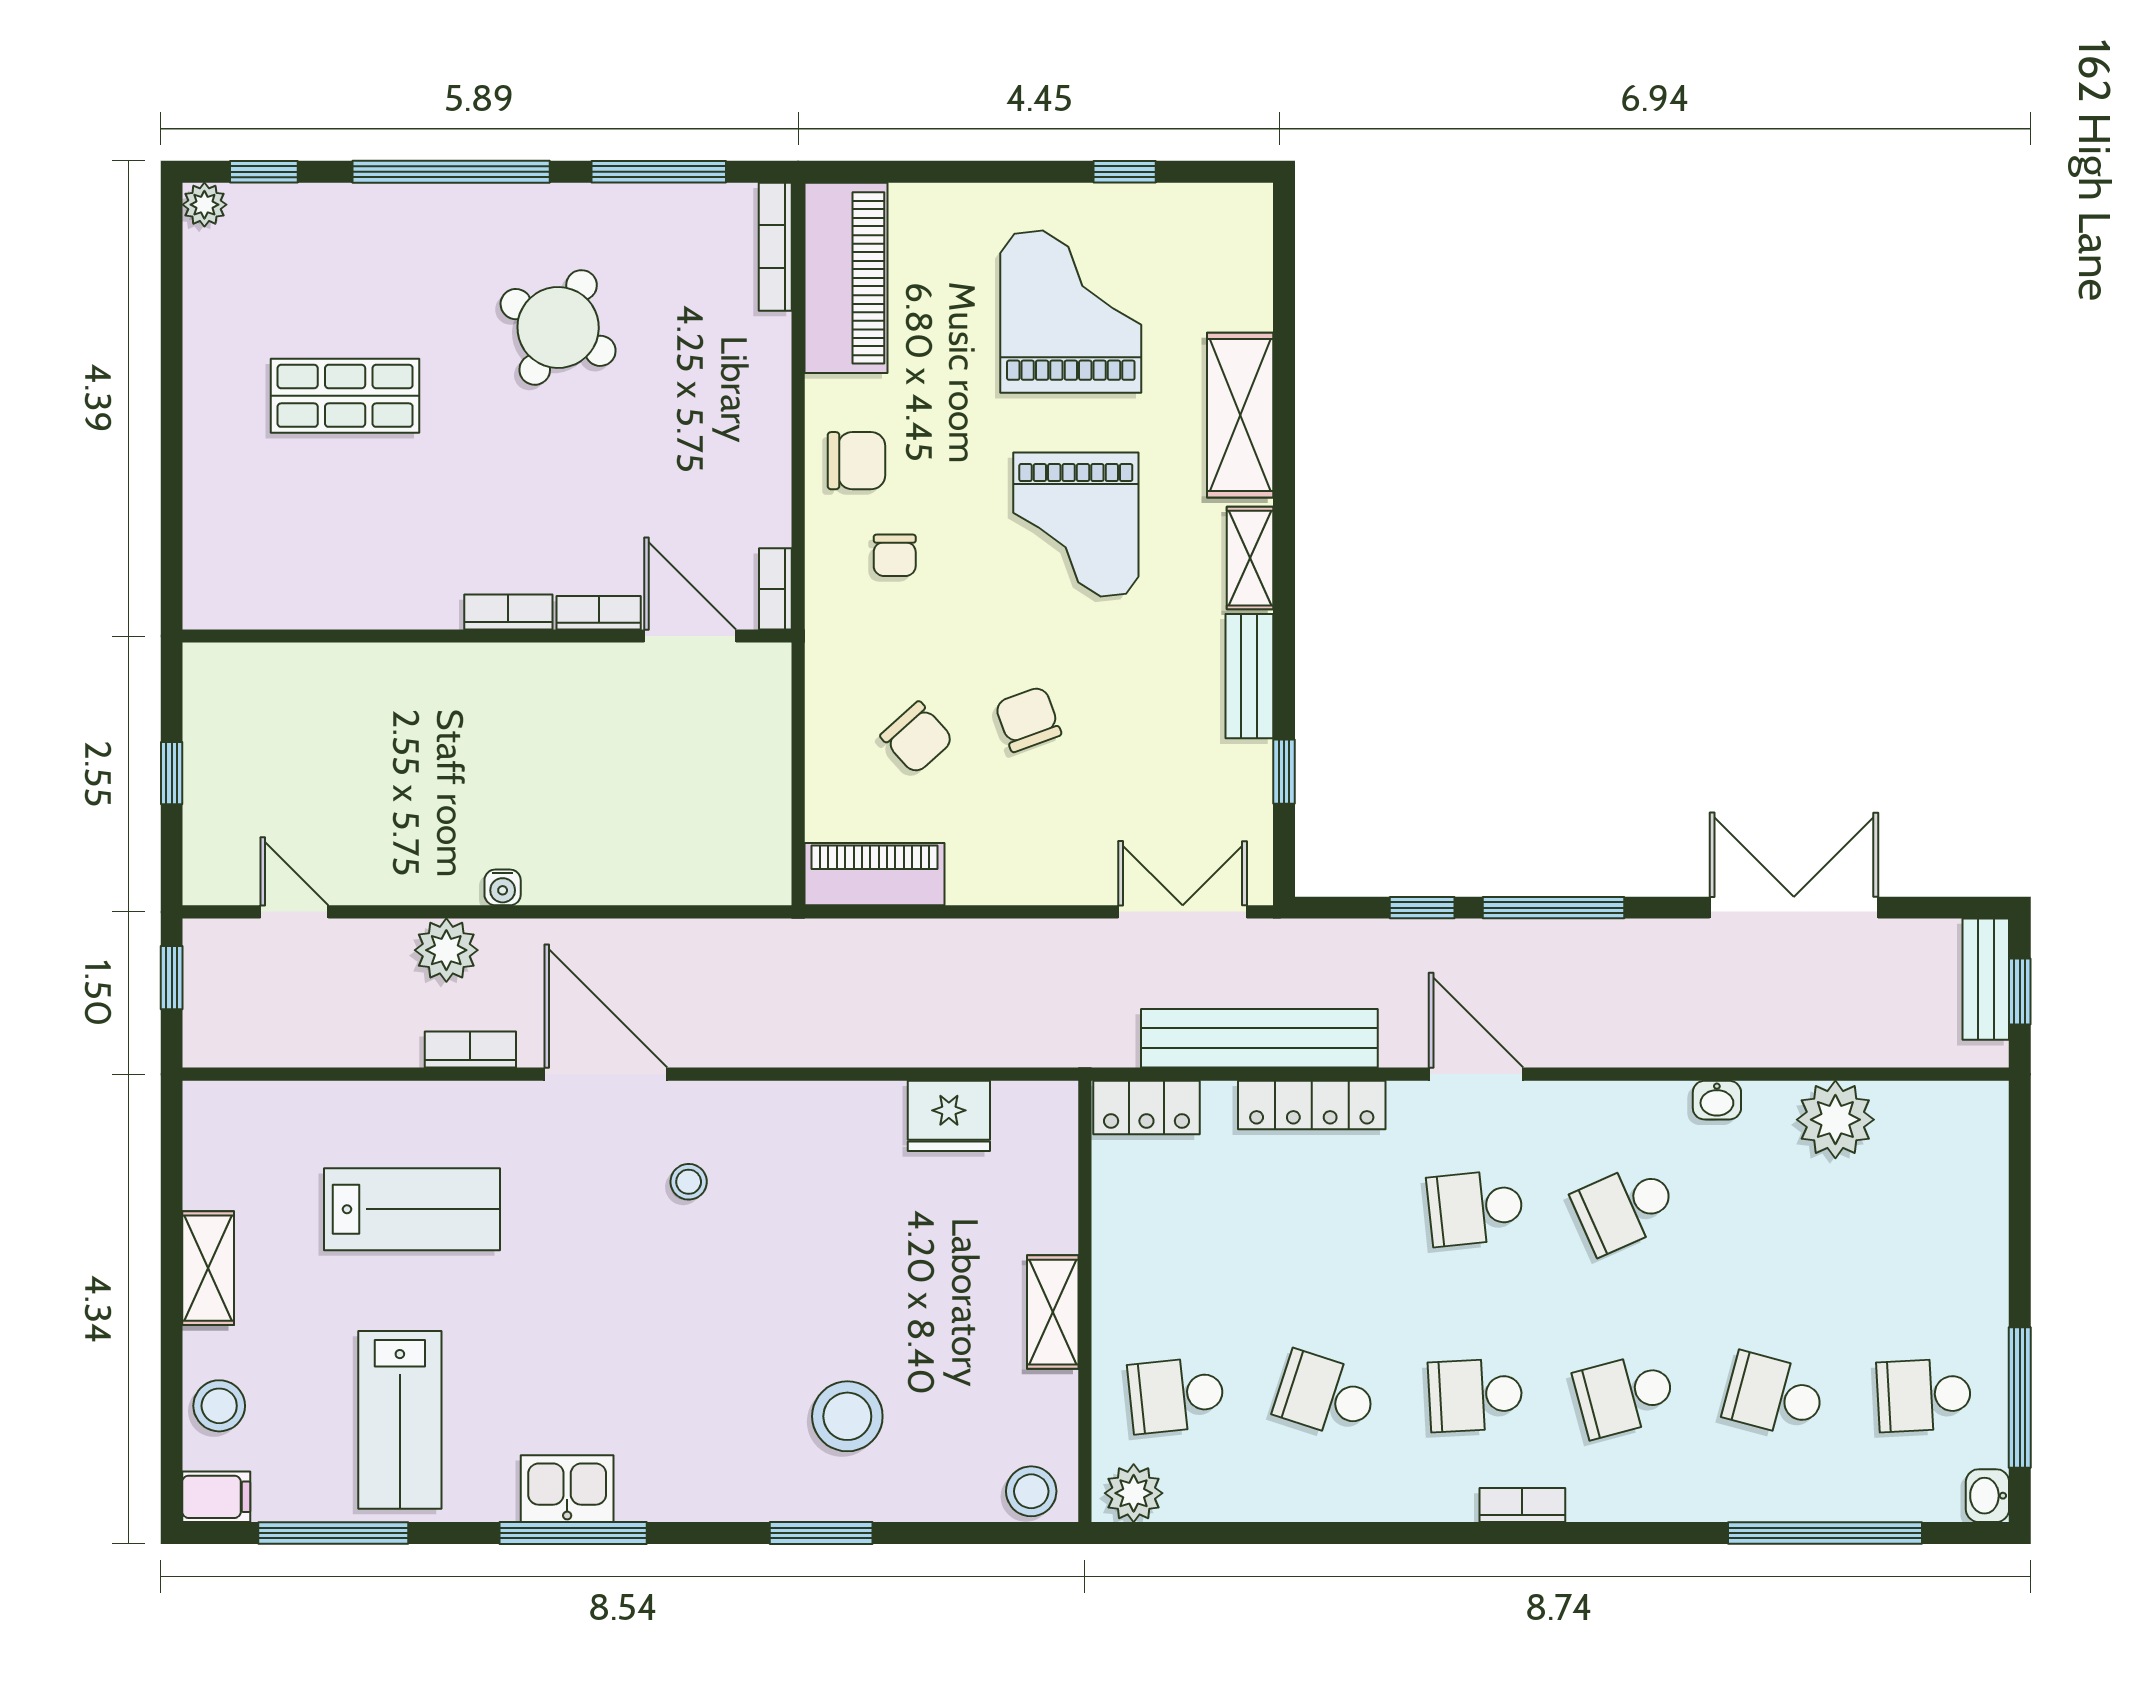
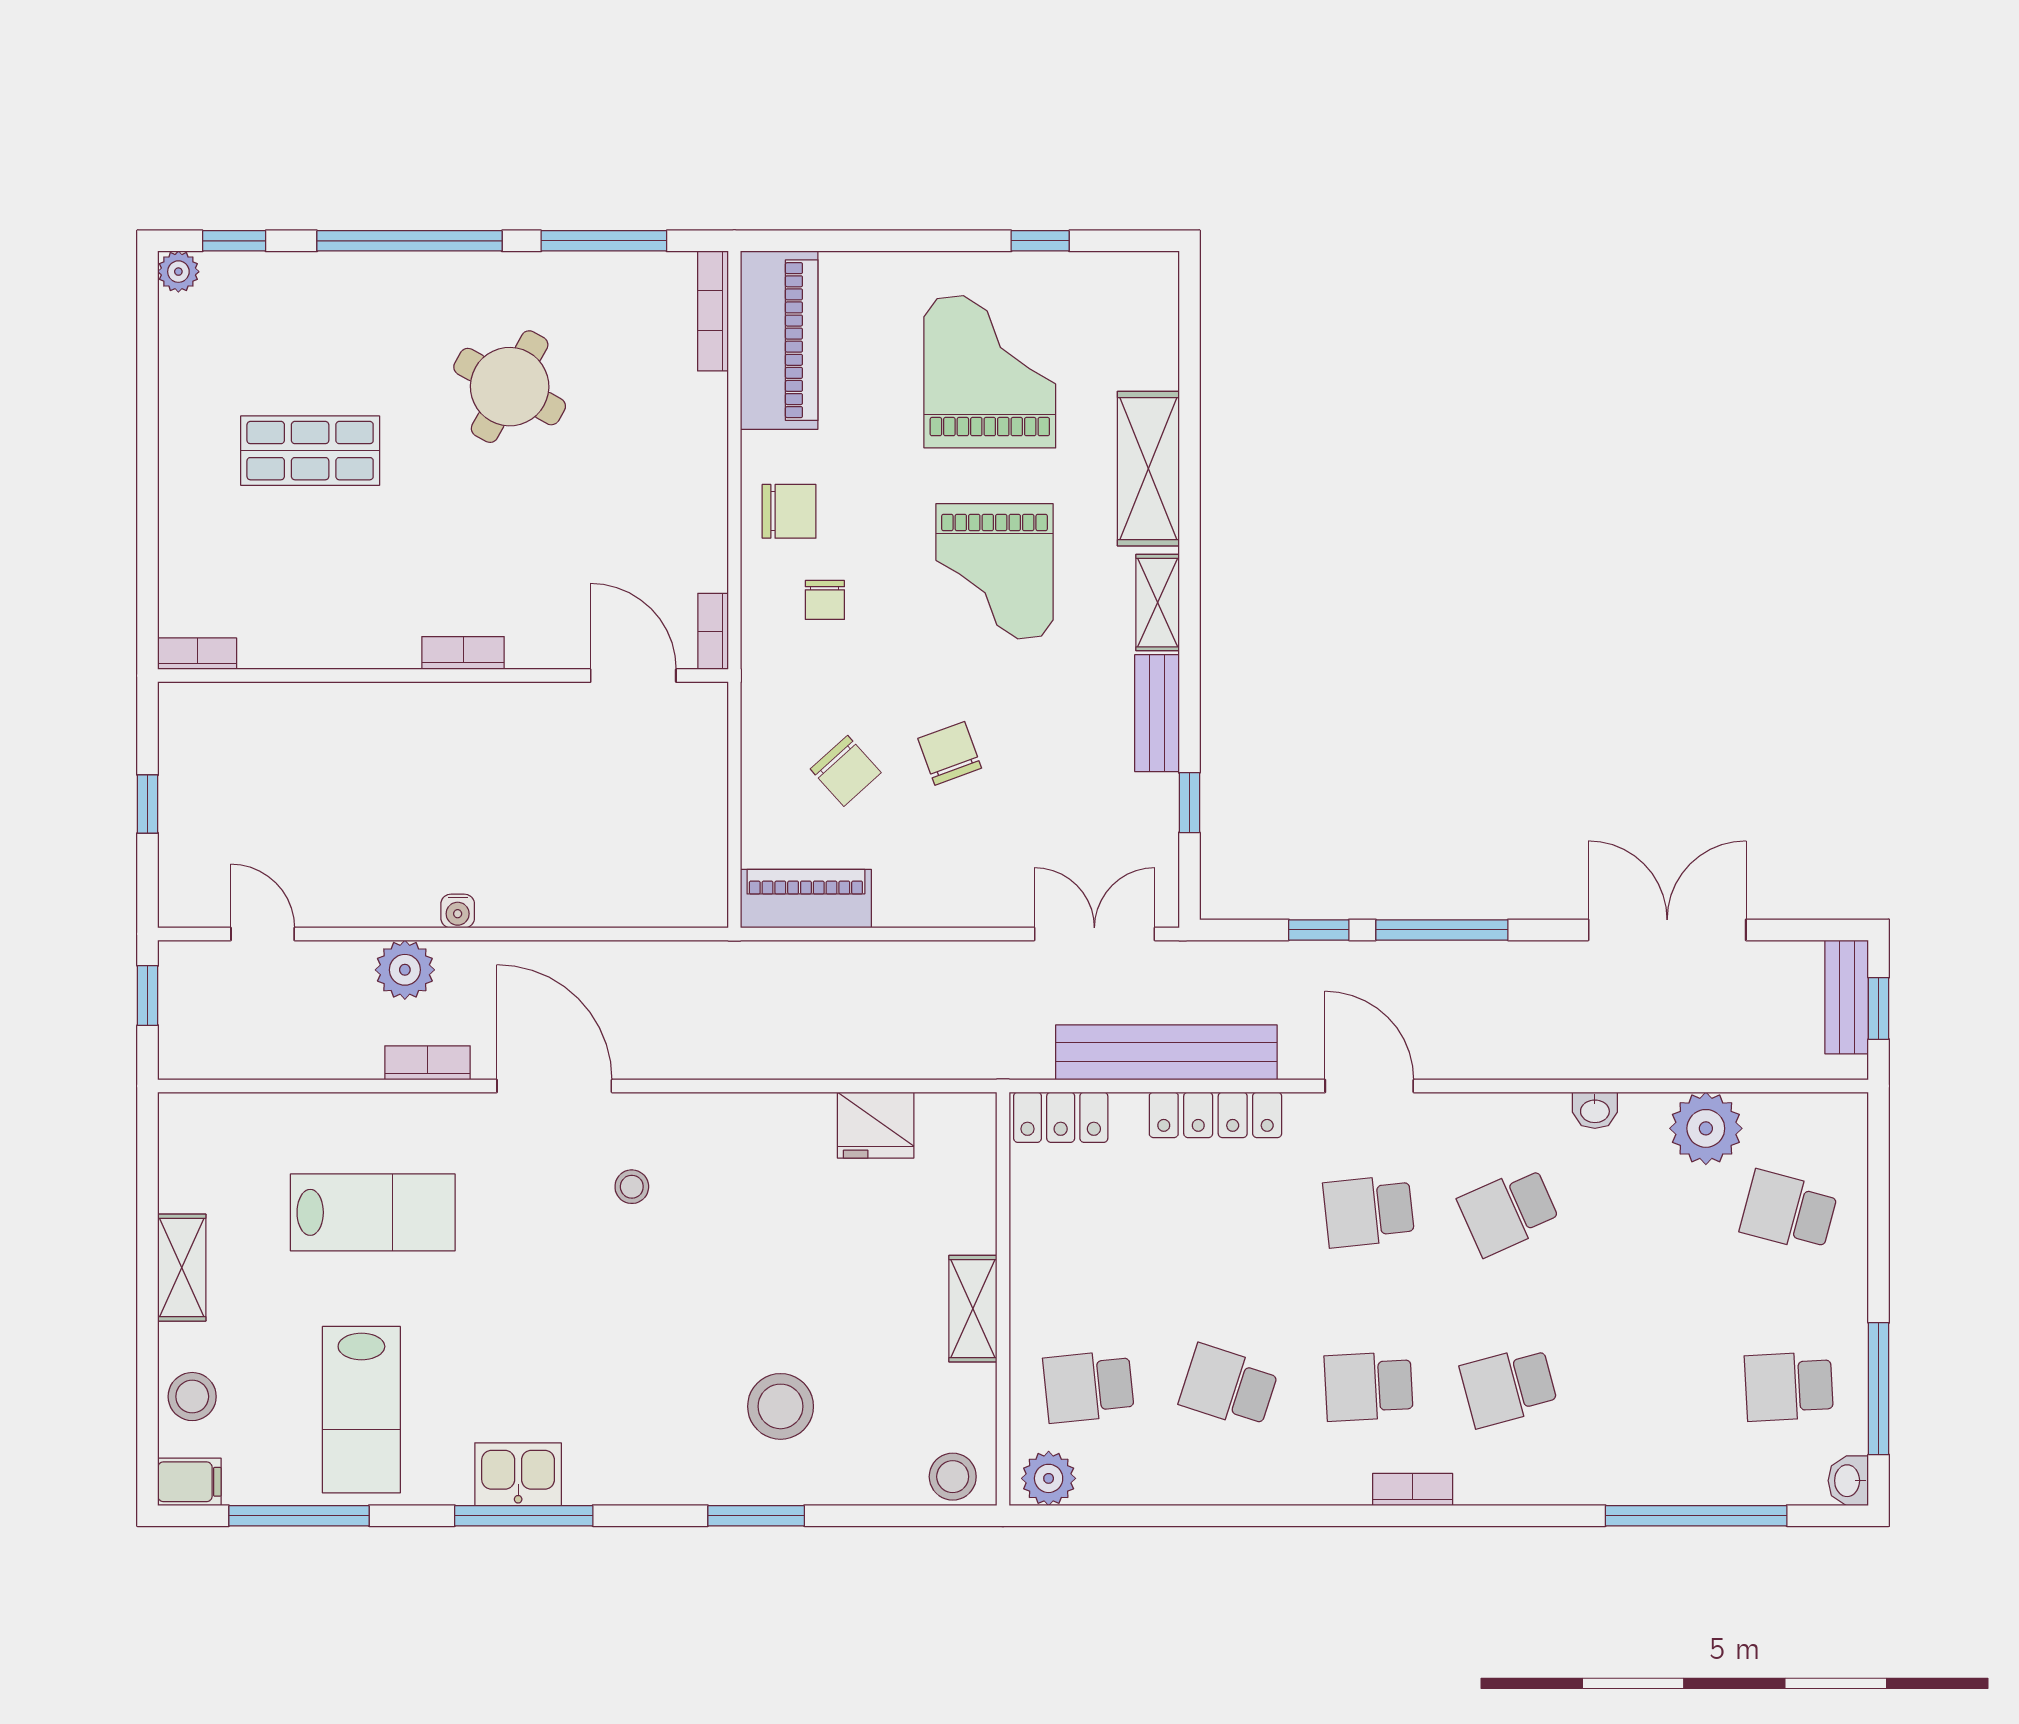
bookcase: (599, 613) -> (197, 654), moved
school desk: (1774, 1395) -> (1789, 1211), moved

